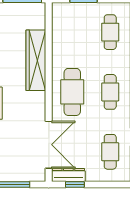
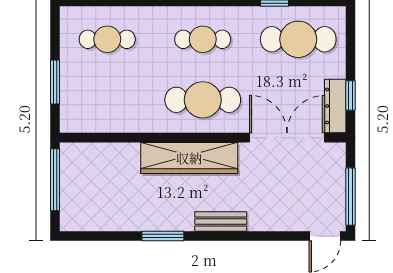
wardrobe: (36, 60) -> (189, 158), moved
cafe table: (110, 152) -> (298, 39), width x1.37, depth x1.35

